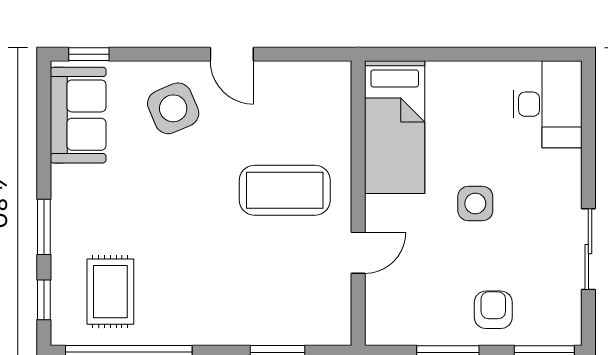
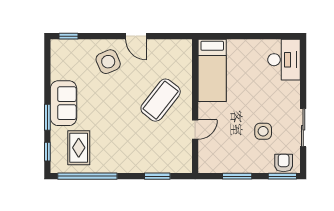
sofa: (78, 115) -> (64, 103), moved
coffee table: (285, 190) -> (161, 100), turned -52
side table: (475, 203) -> (263, 131), moved
armchair: (493, 310) -> (284, 163), moved

